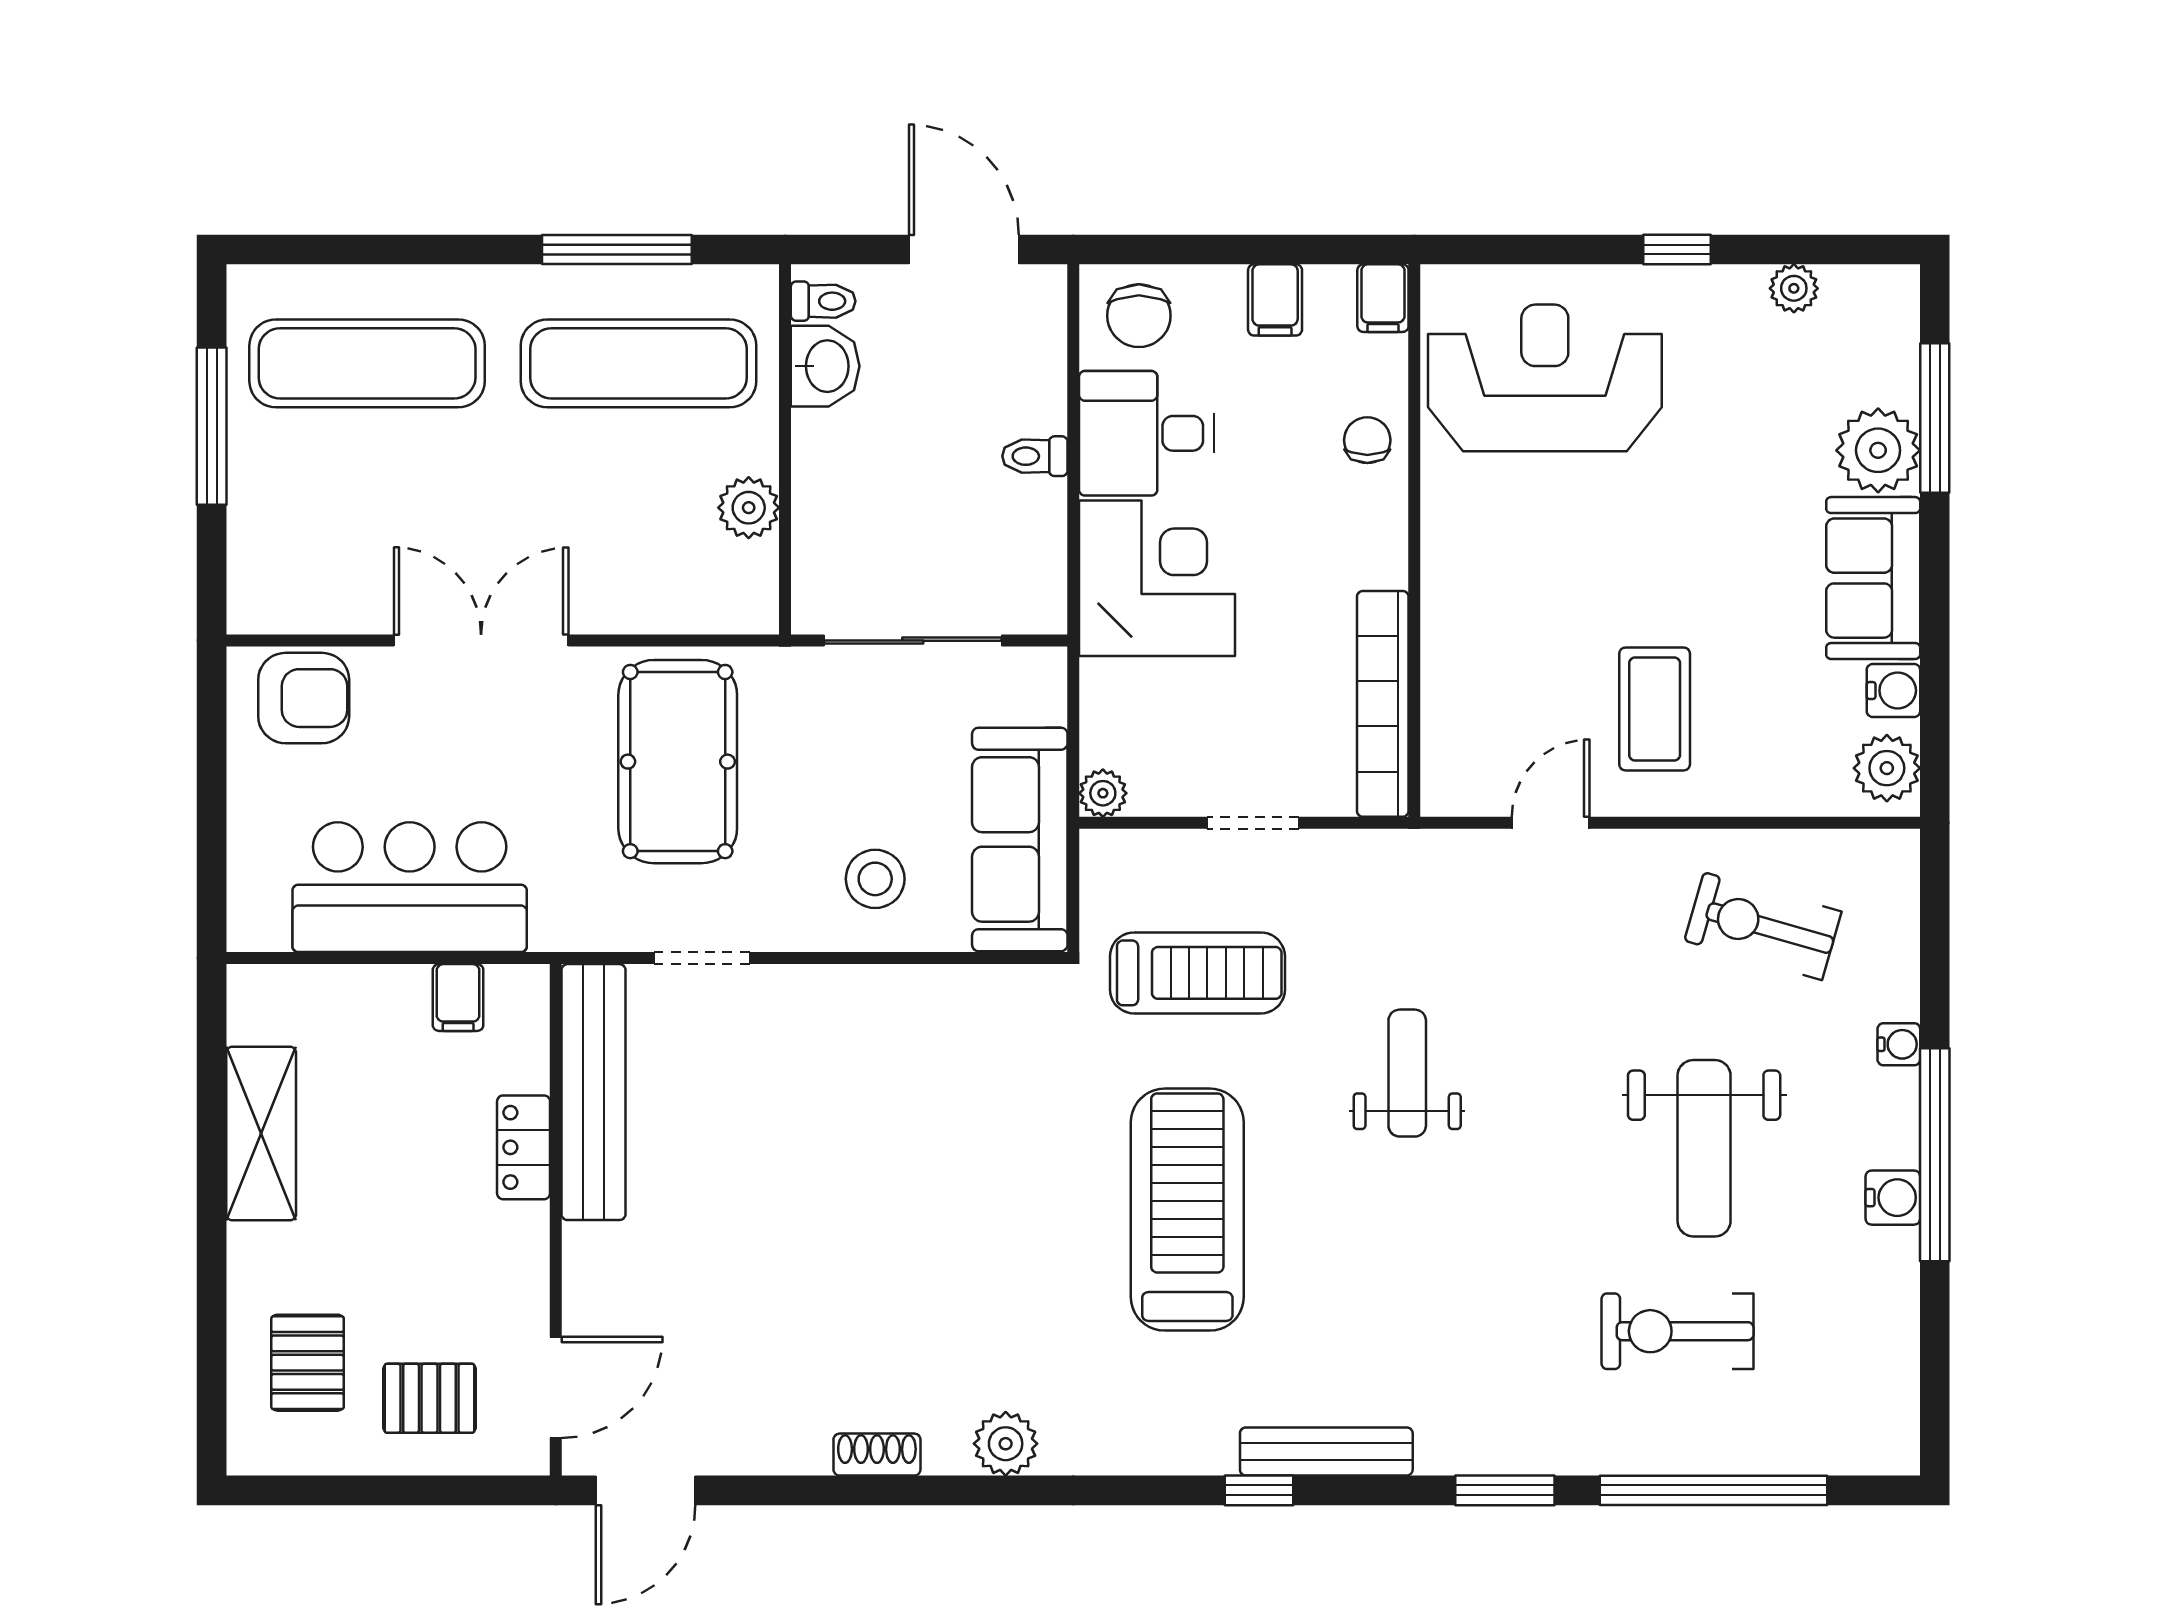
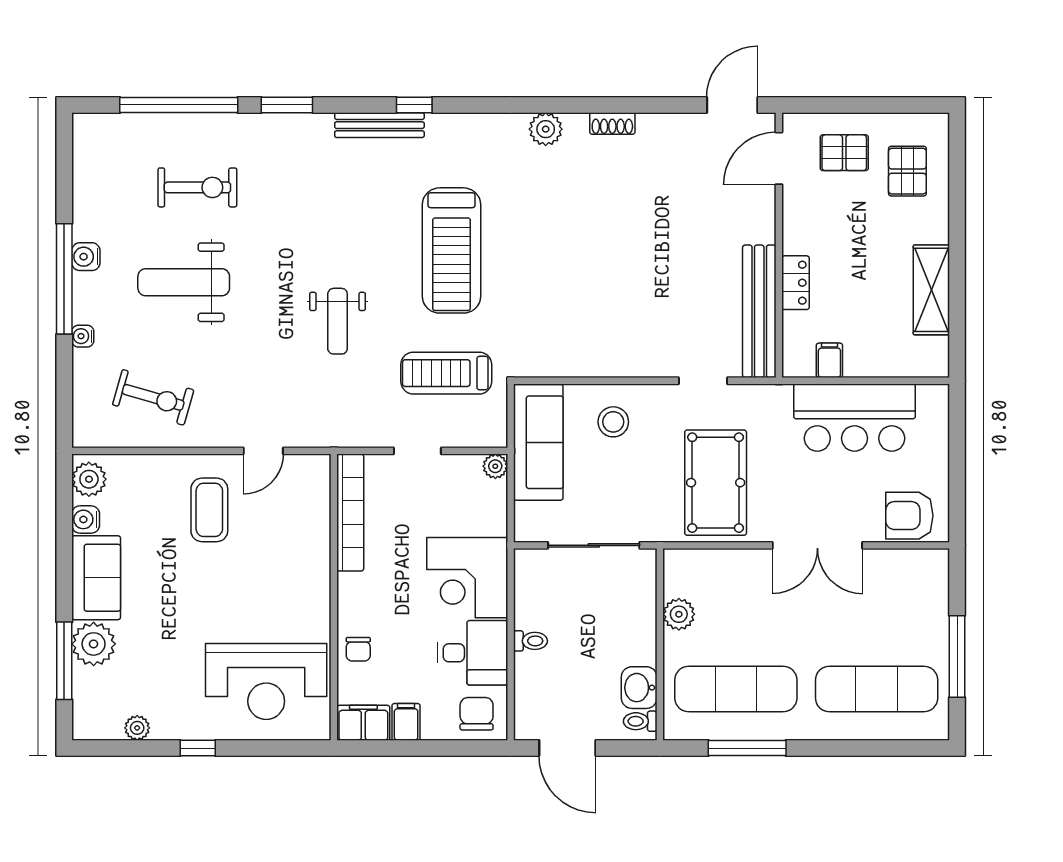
filing cabinet: (1383, 298) -> (363, 723), width x2.00
weight bench: (1704, 1148) -> (184, 282), turned -90

